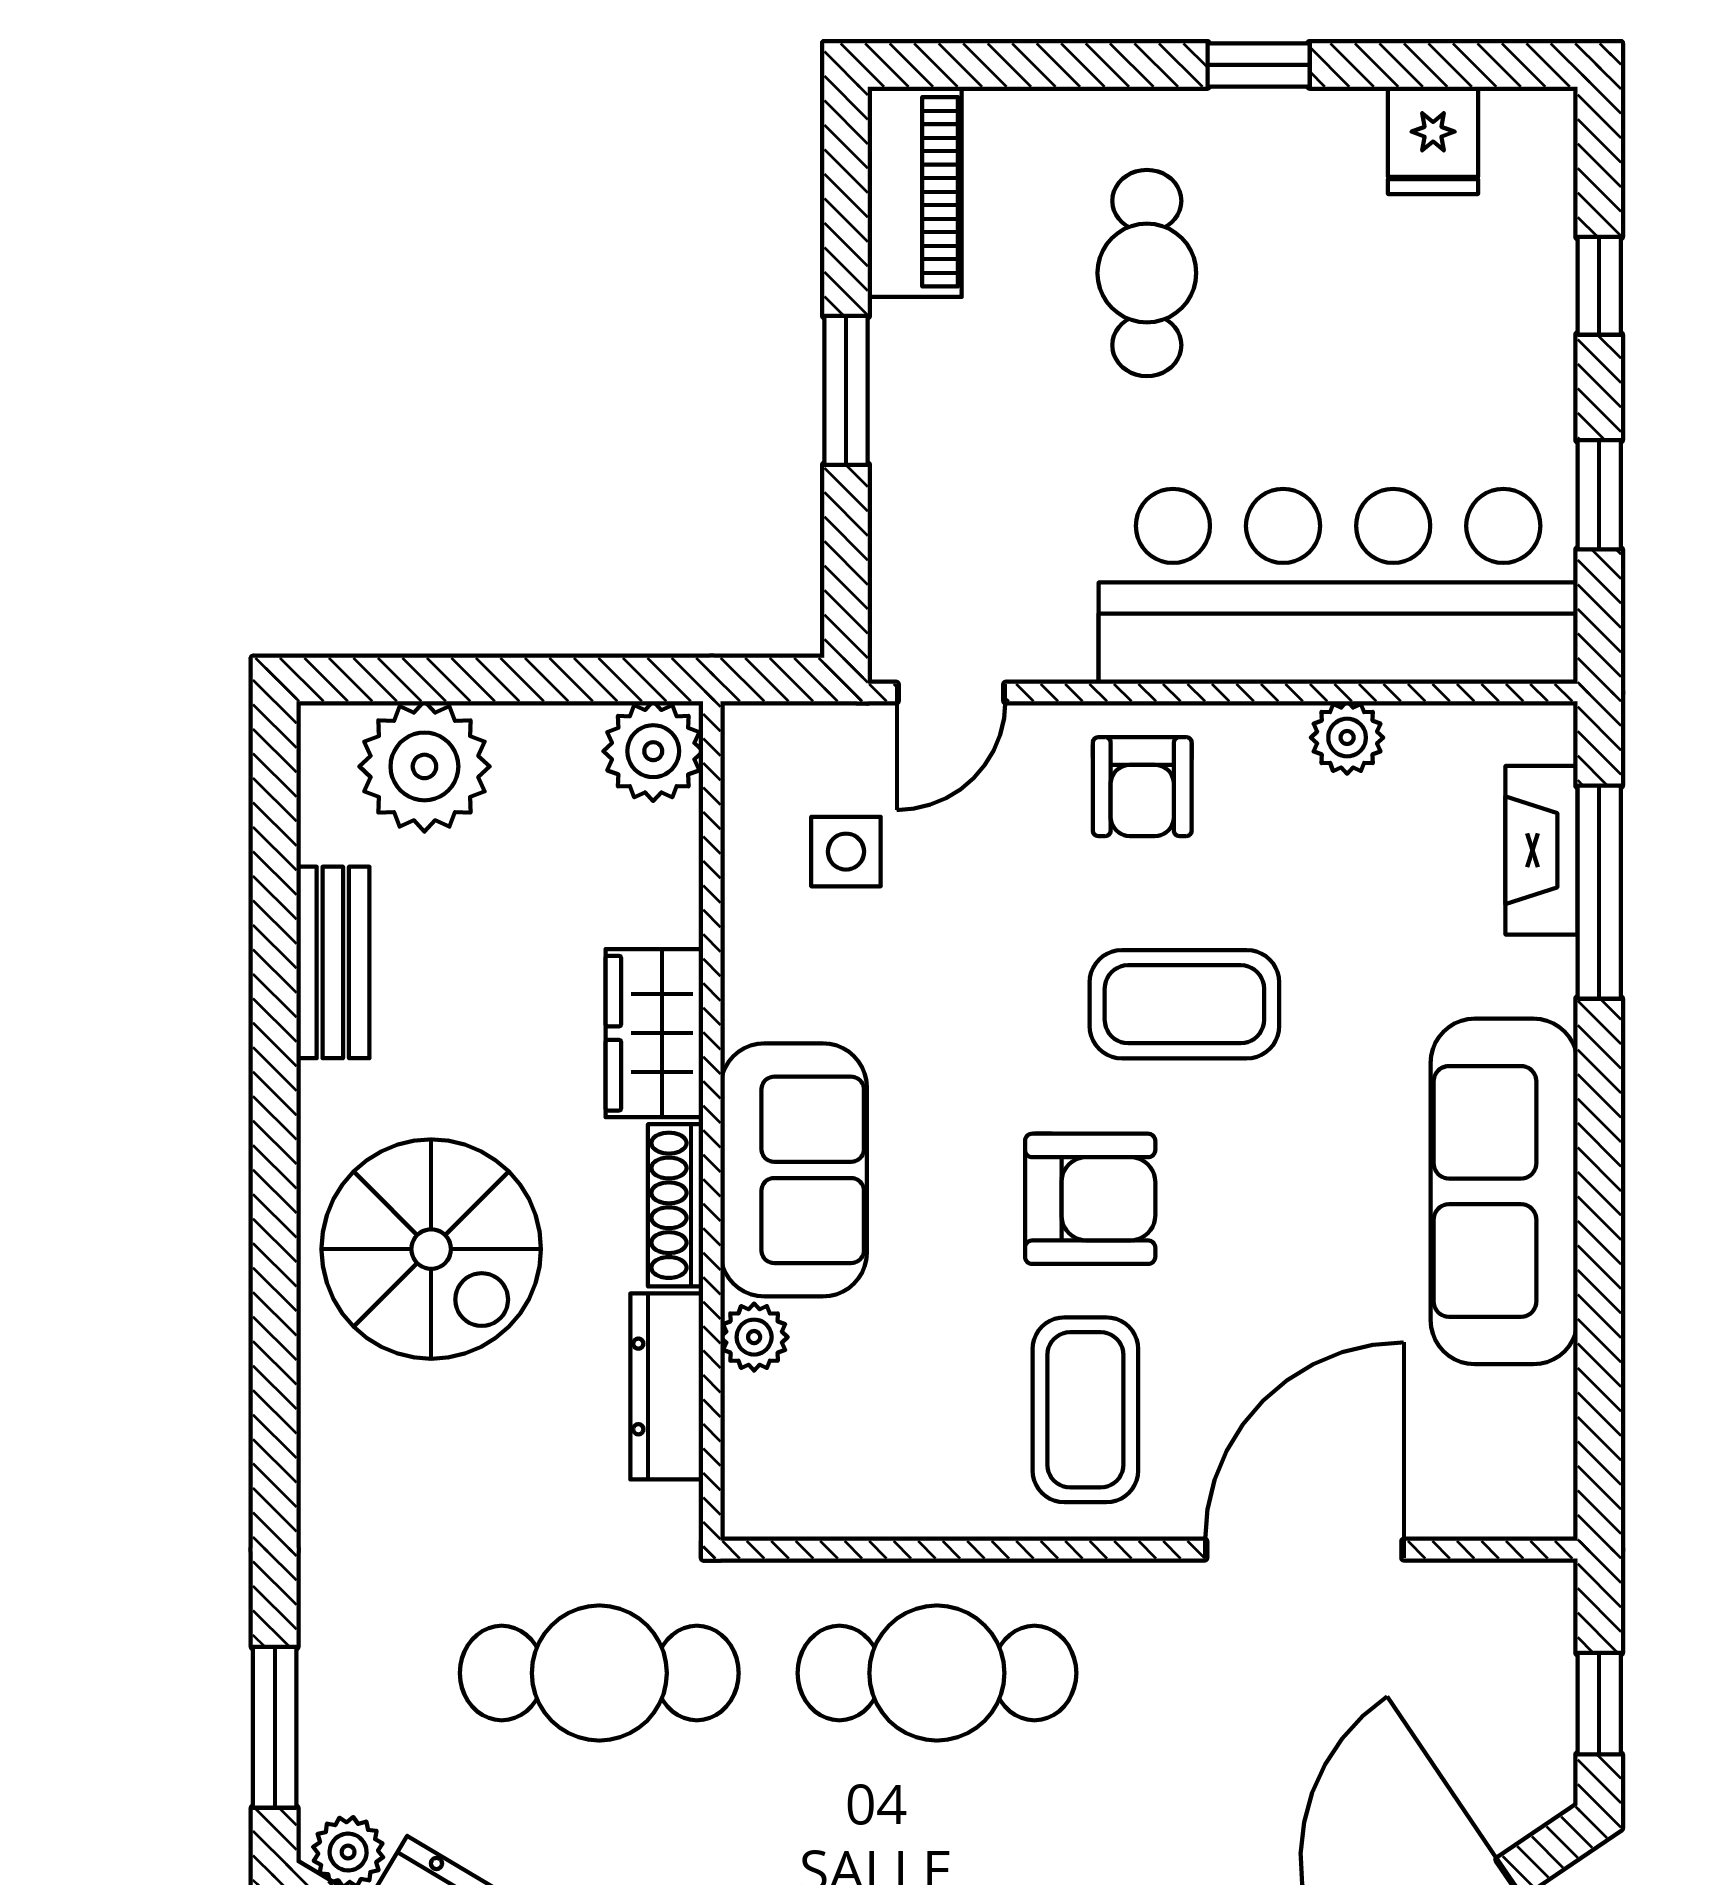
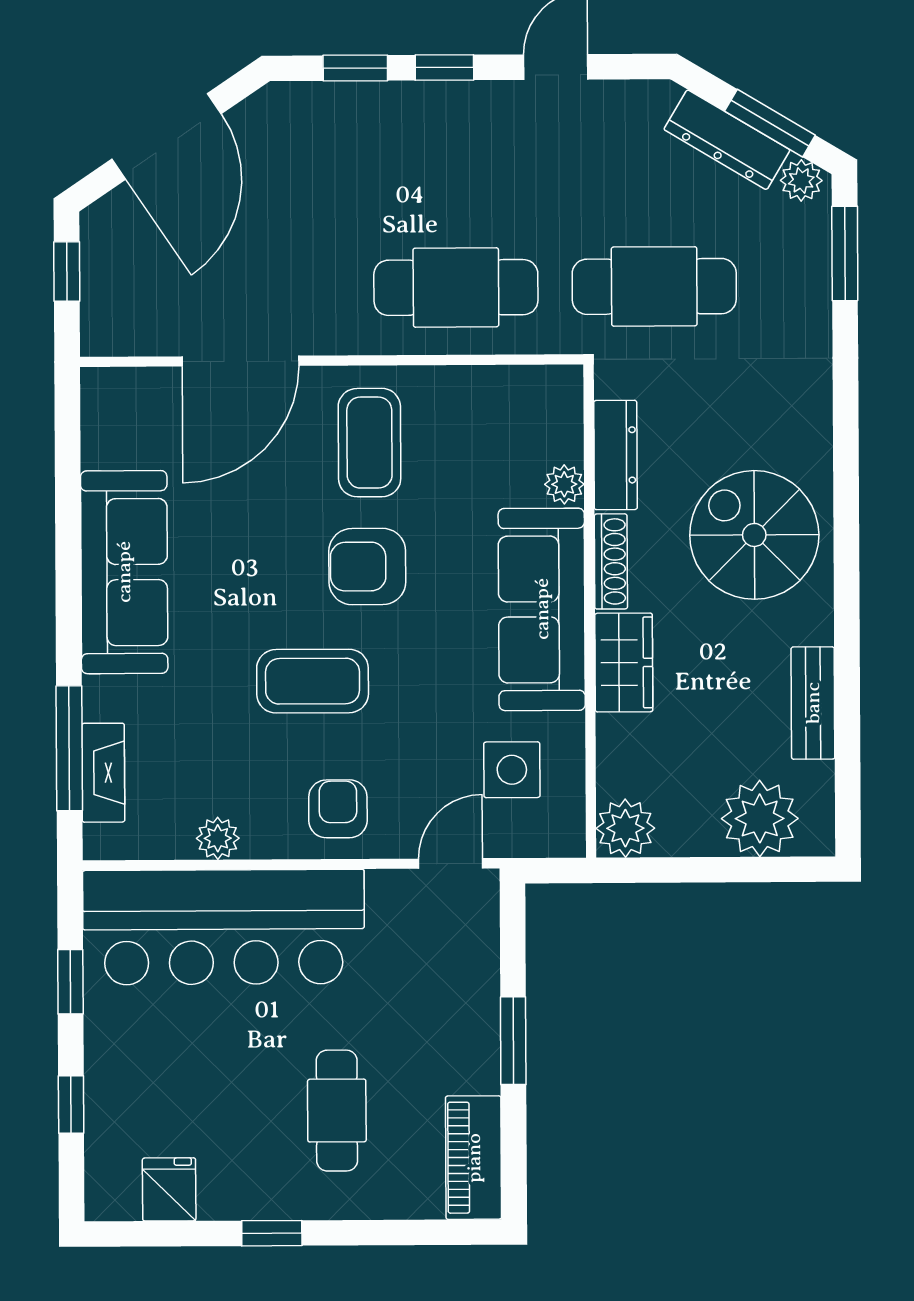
side table: (846, 852) -> (512, 770), width x1.37, depth x1.37
sofa: (794, 1170) -> (542, 609), width x1.36

